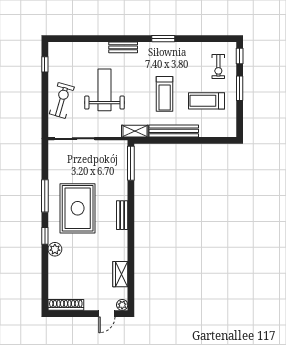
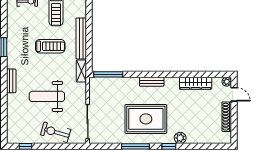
wardrobe: (120, 274) -> (196, 83), width x1.50
shoe rack: (66, 305) -> (227, 117), moved

